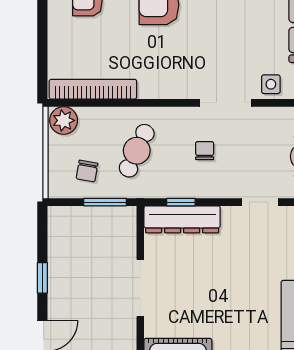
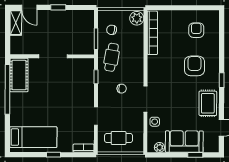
cafe table: (137, 151) -> (112, 57), moved, turned 75
dresser: (182, 219) -> (87, 77), removed

